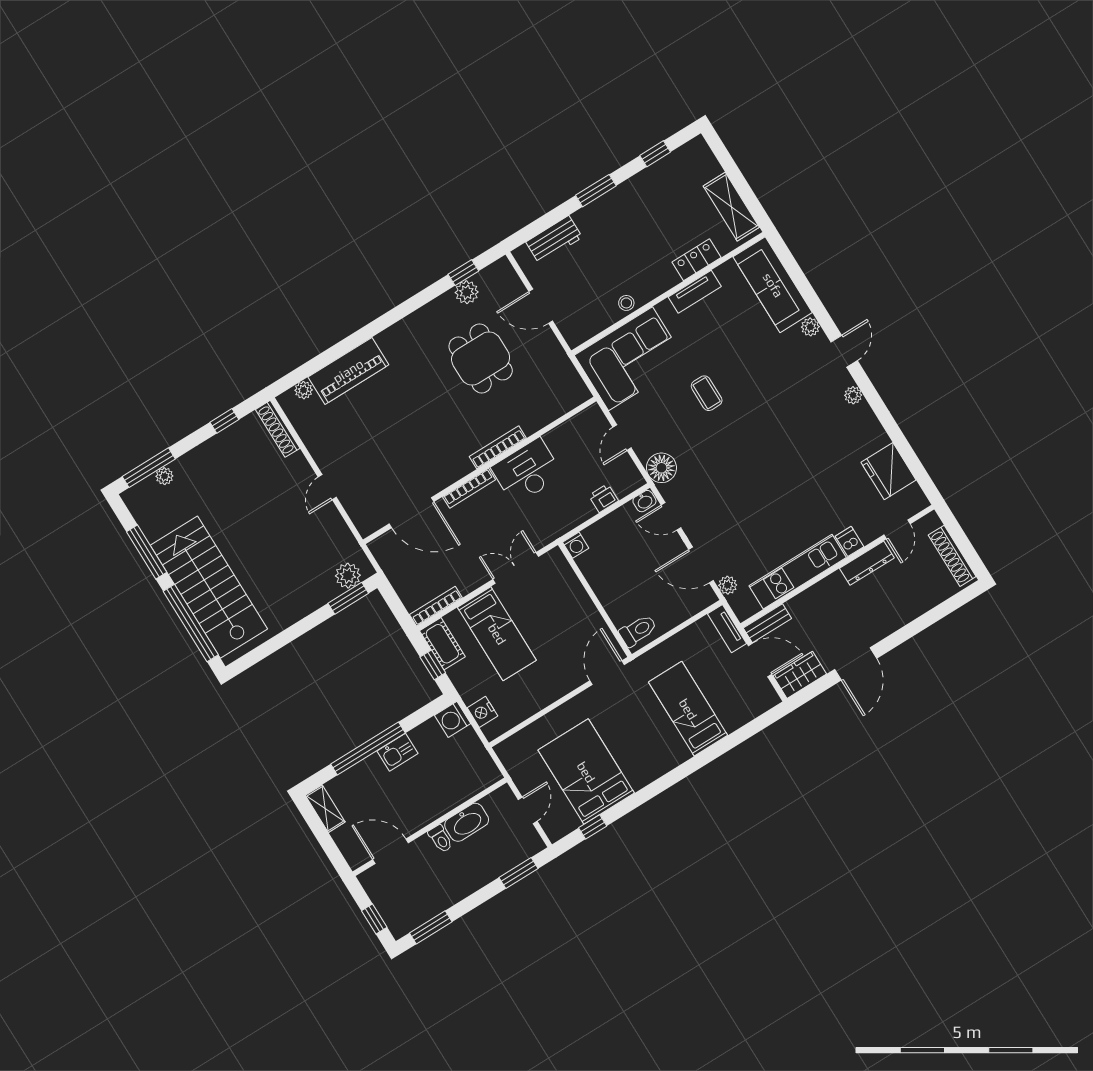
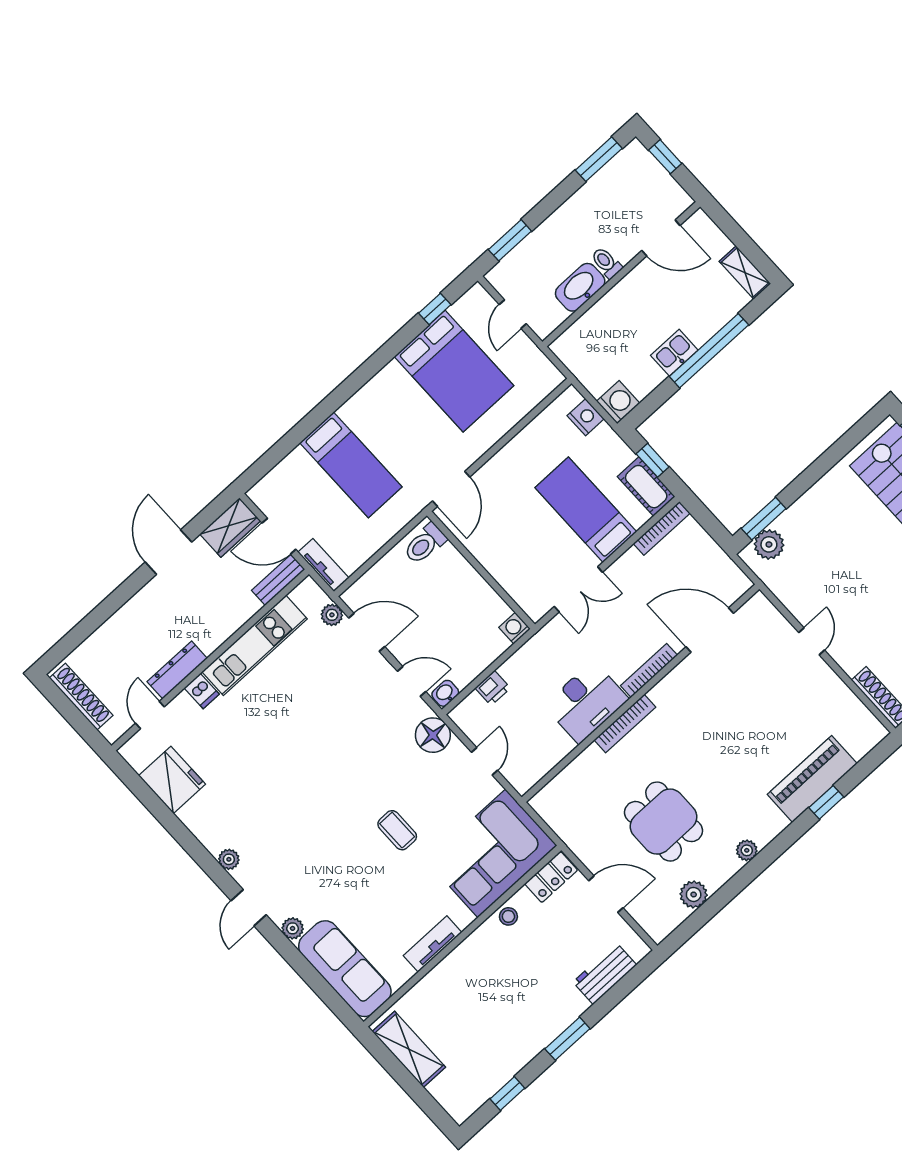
locker: (697, 260) -> (551, 877), moved
window: (463, 273) -> (826, 802), moved
plant: (304, 390) -> (747, 850), moved

